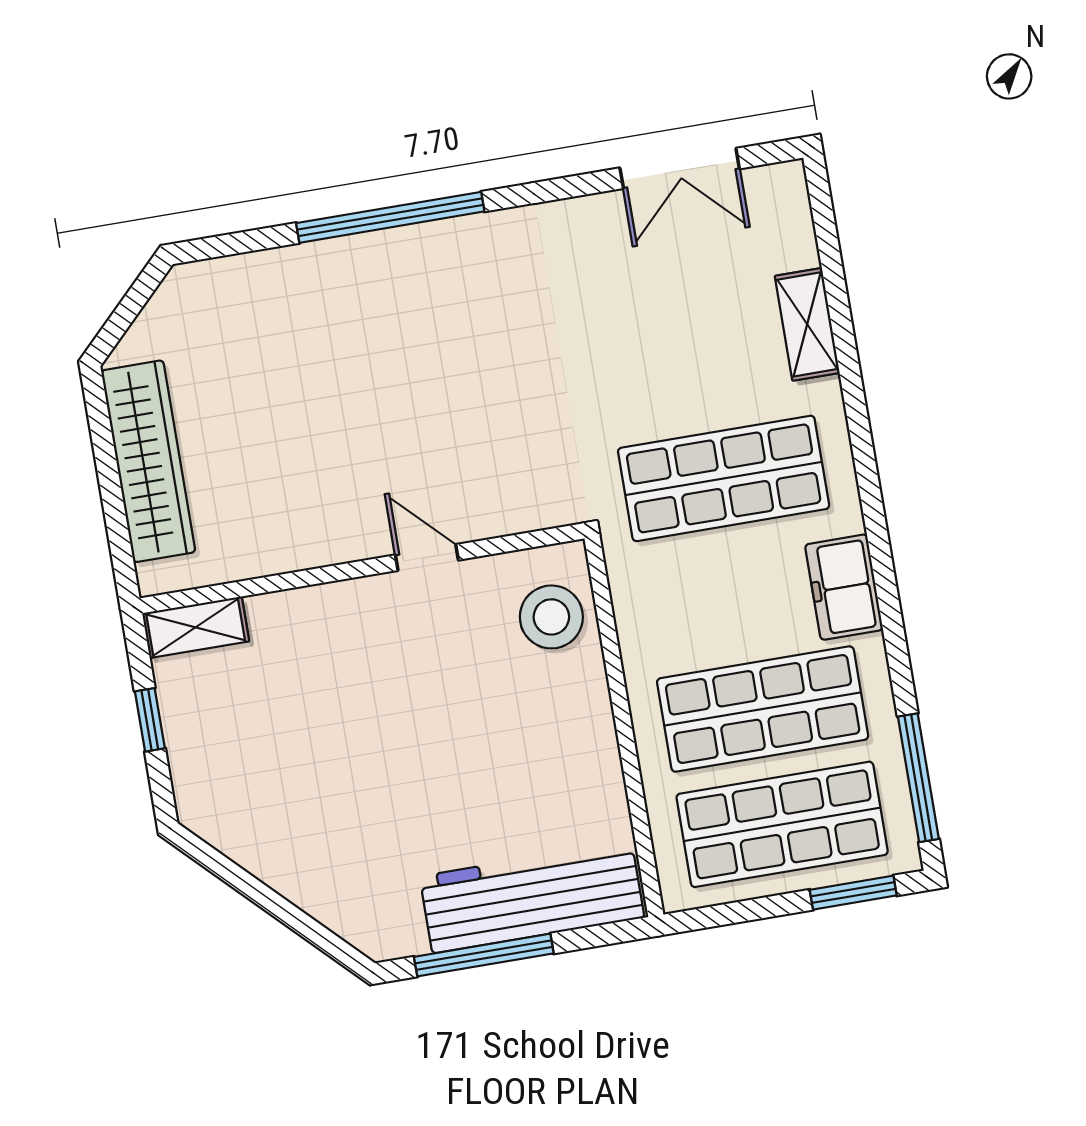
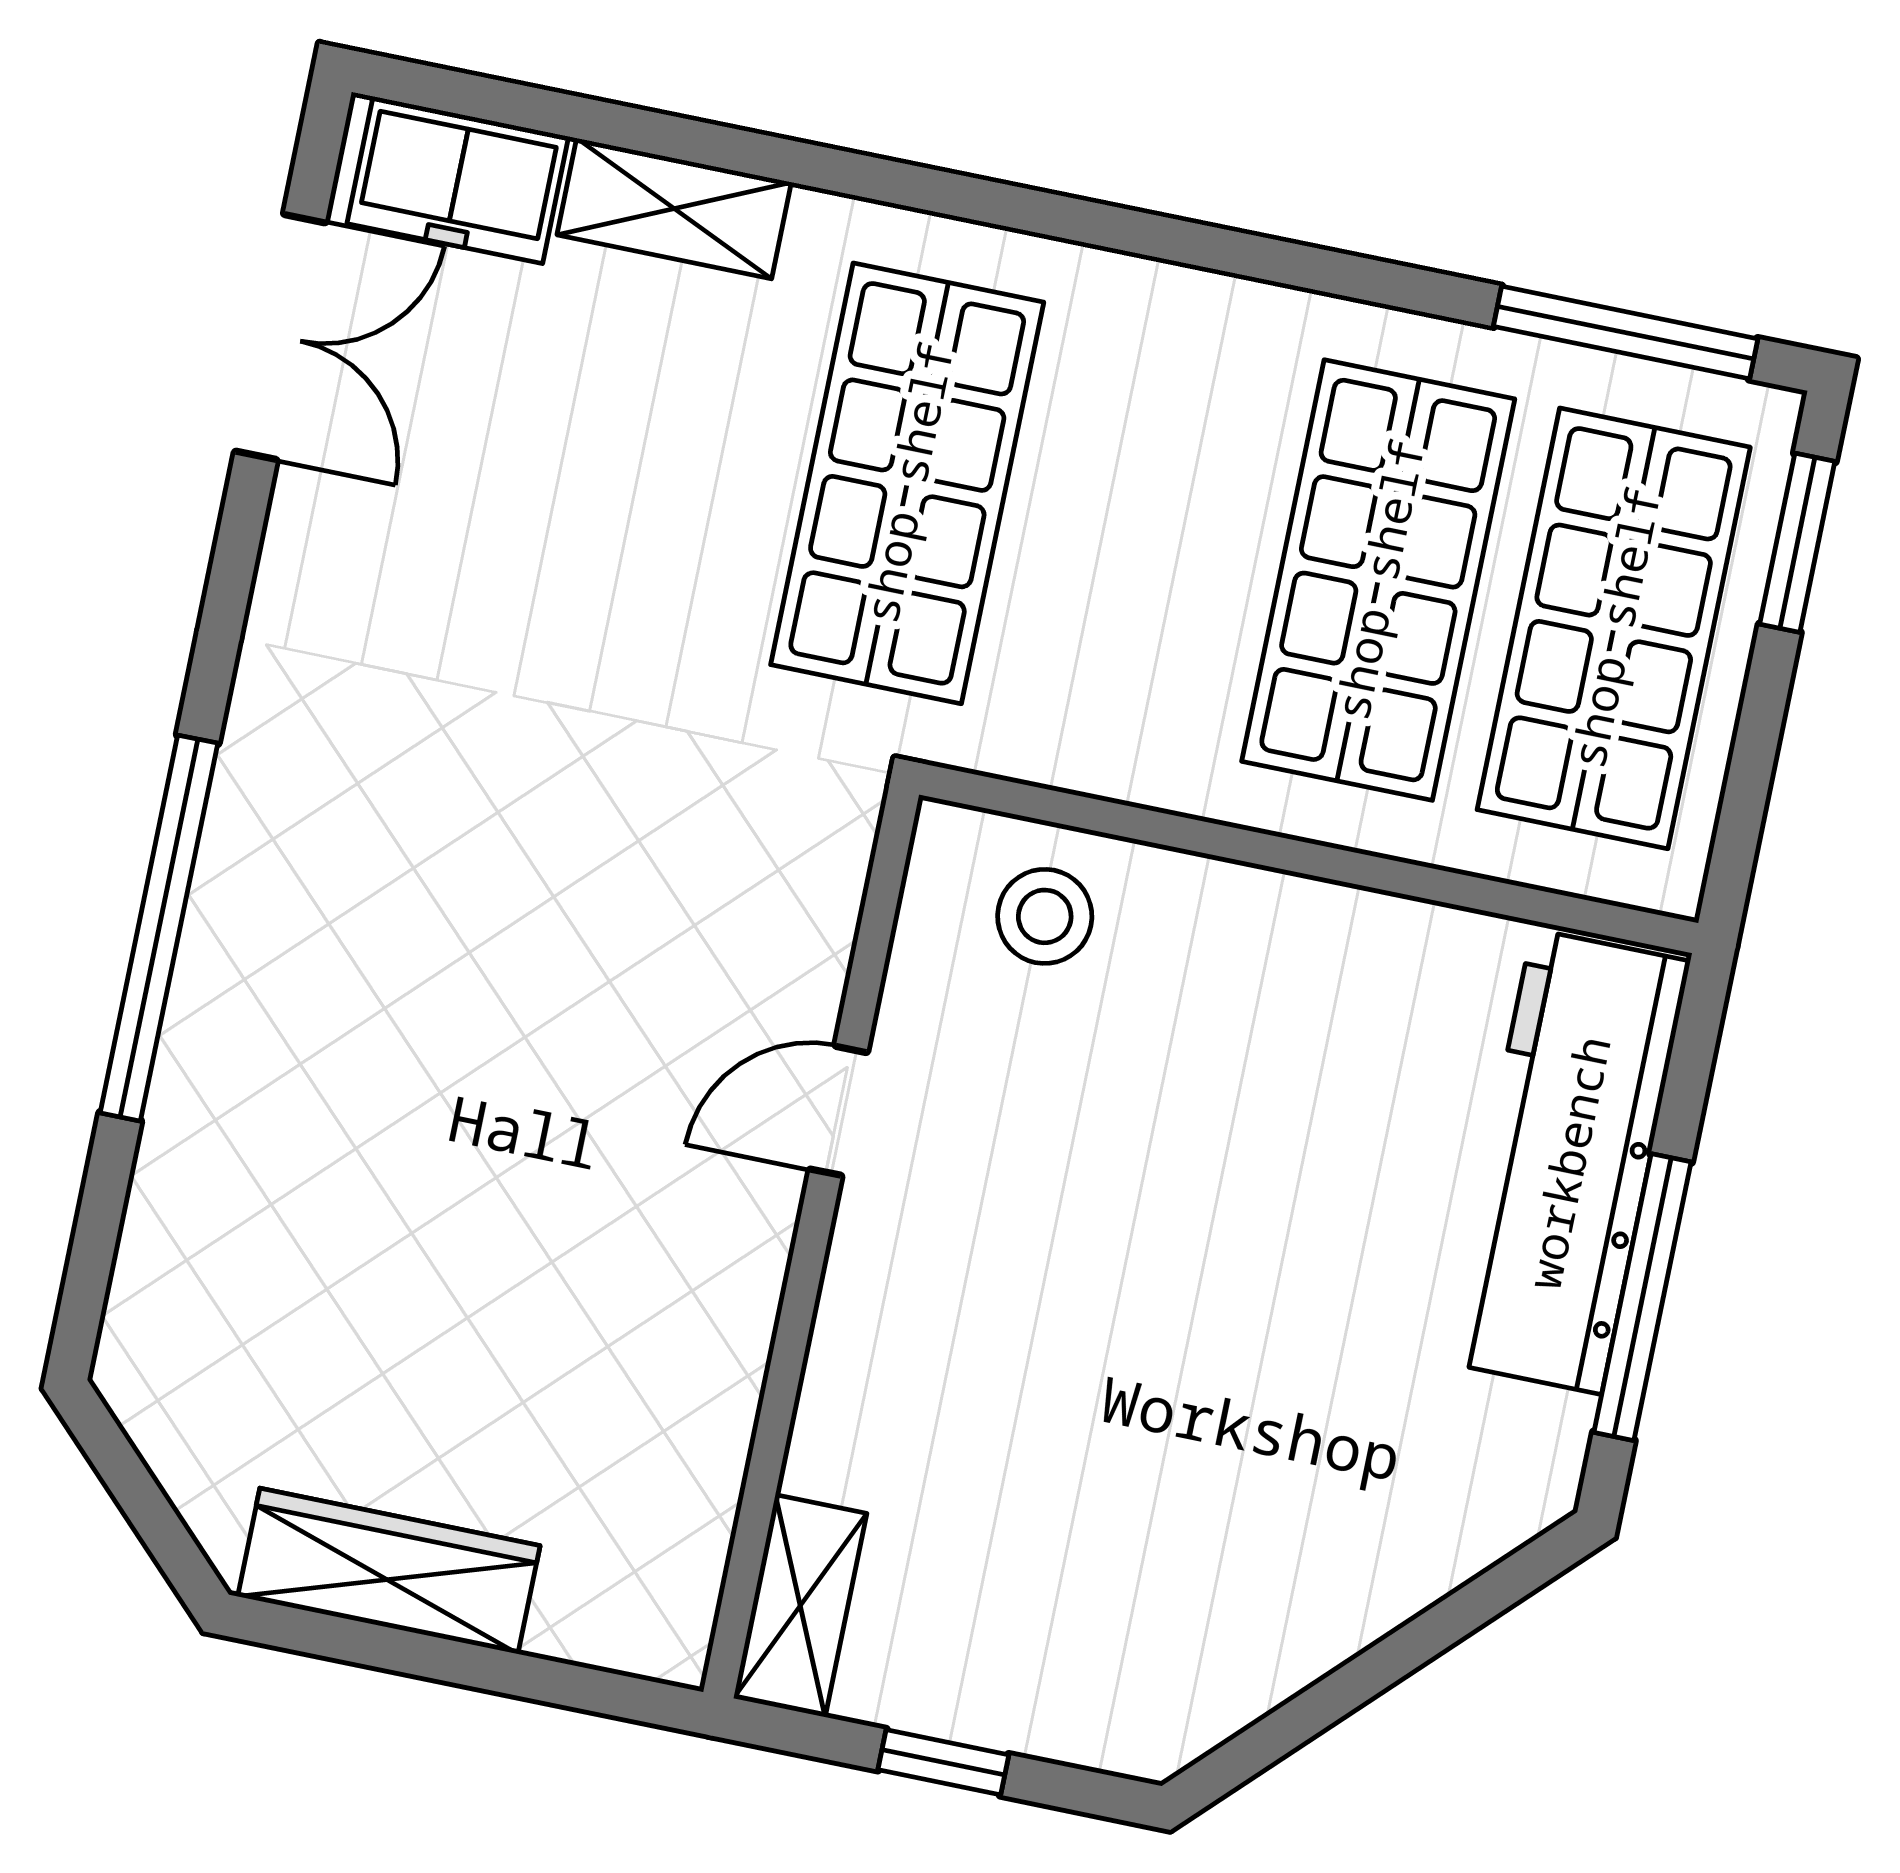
wardrobe: (148, 461) -> (389, 1571), width x0.71, depth x0.85
freezer: (844, 587) -> (458, 180), moved
stool: (551, 617) -> (1045, 916), width x0.73, depth x0.73

